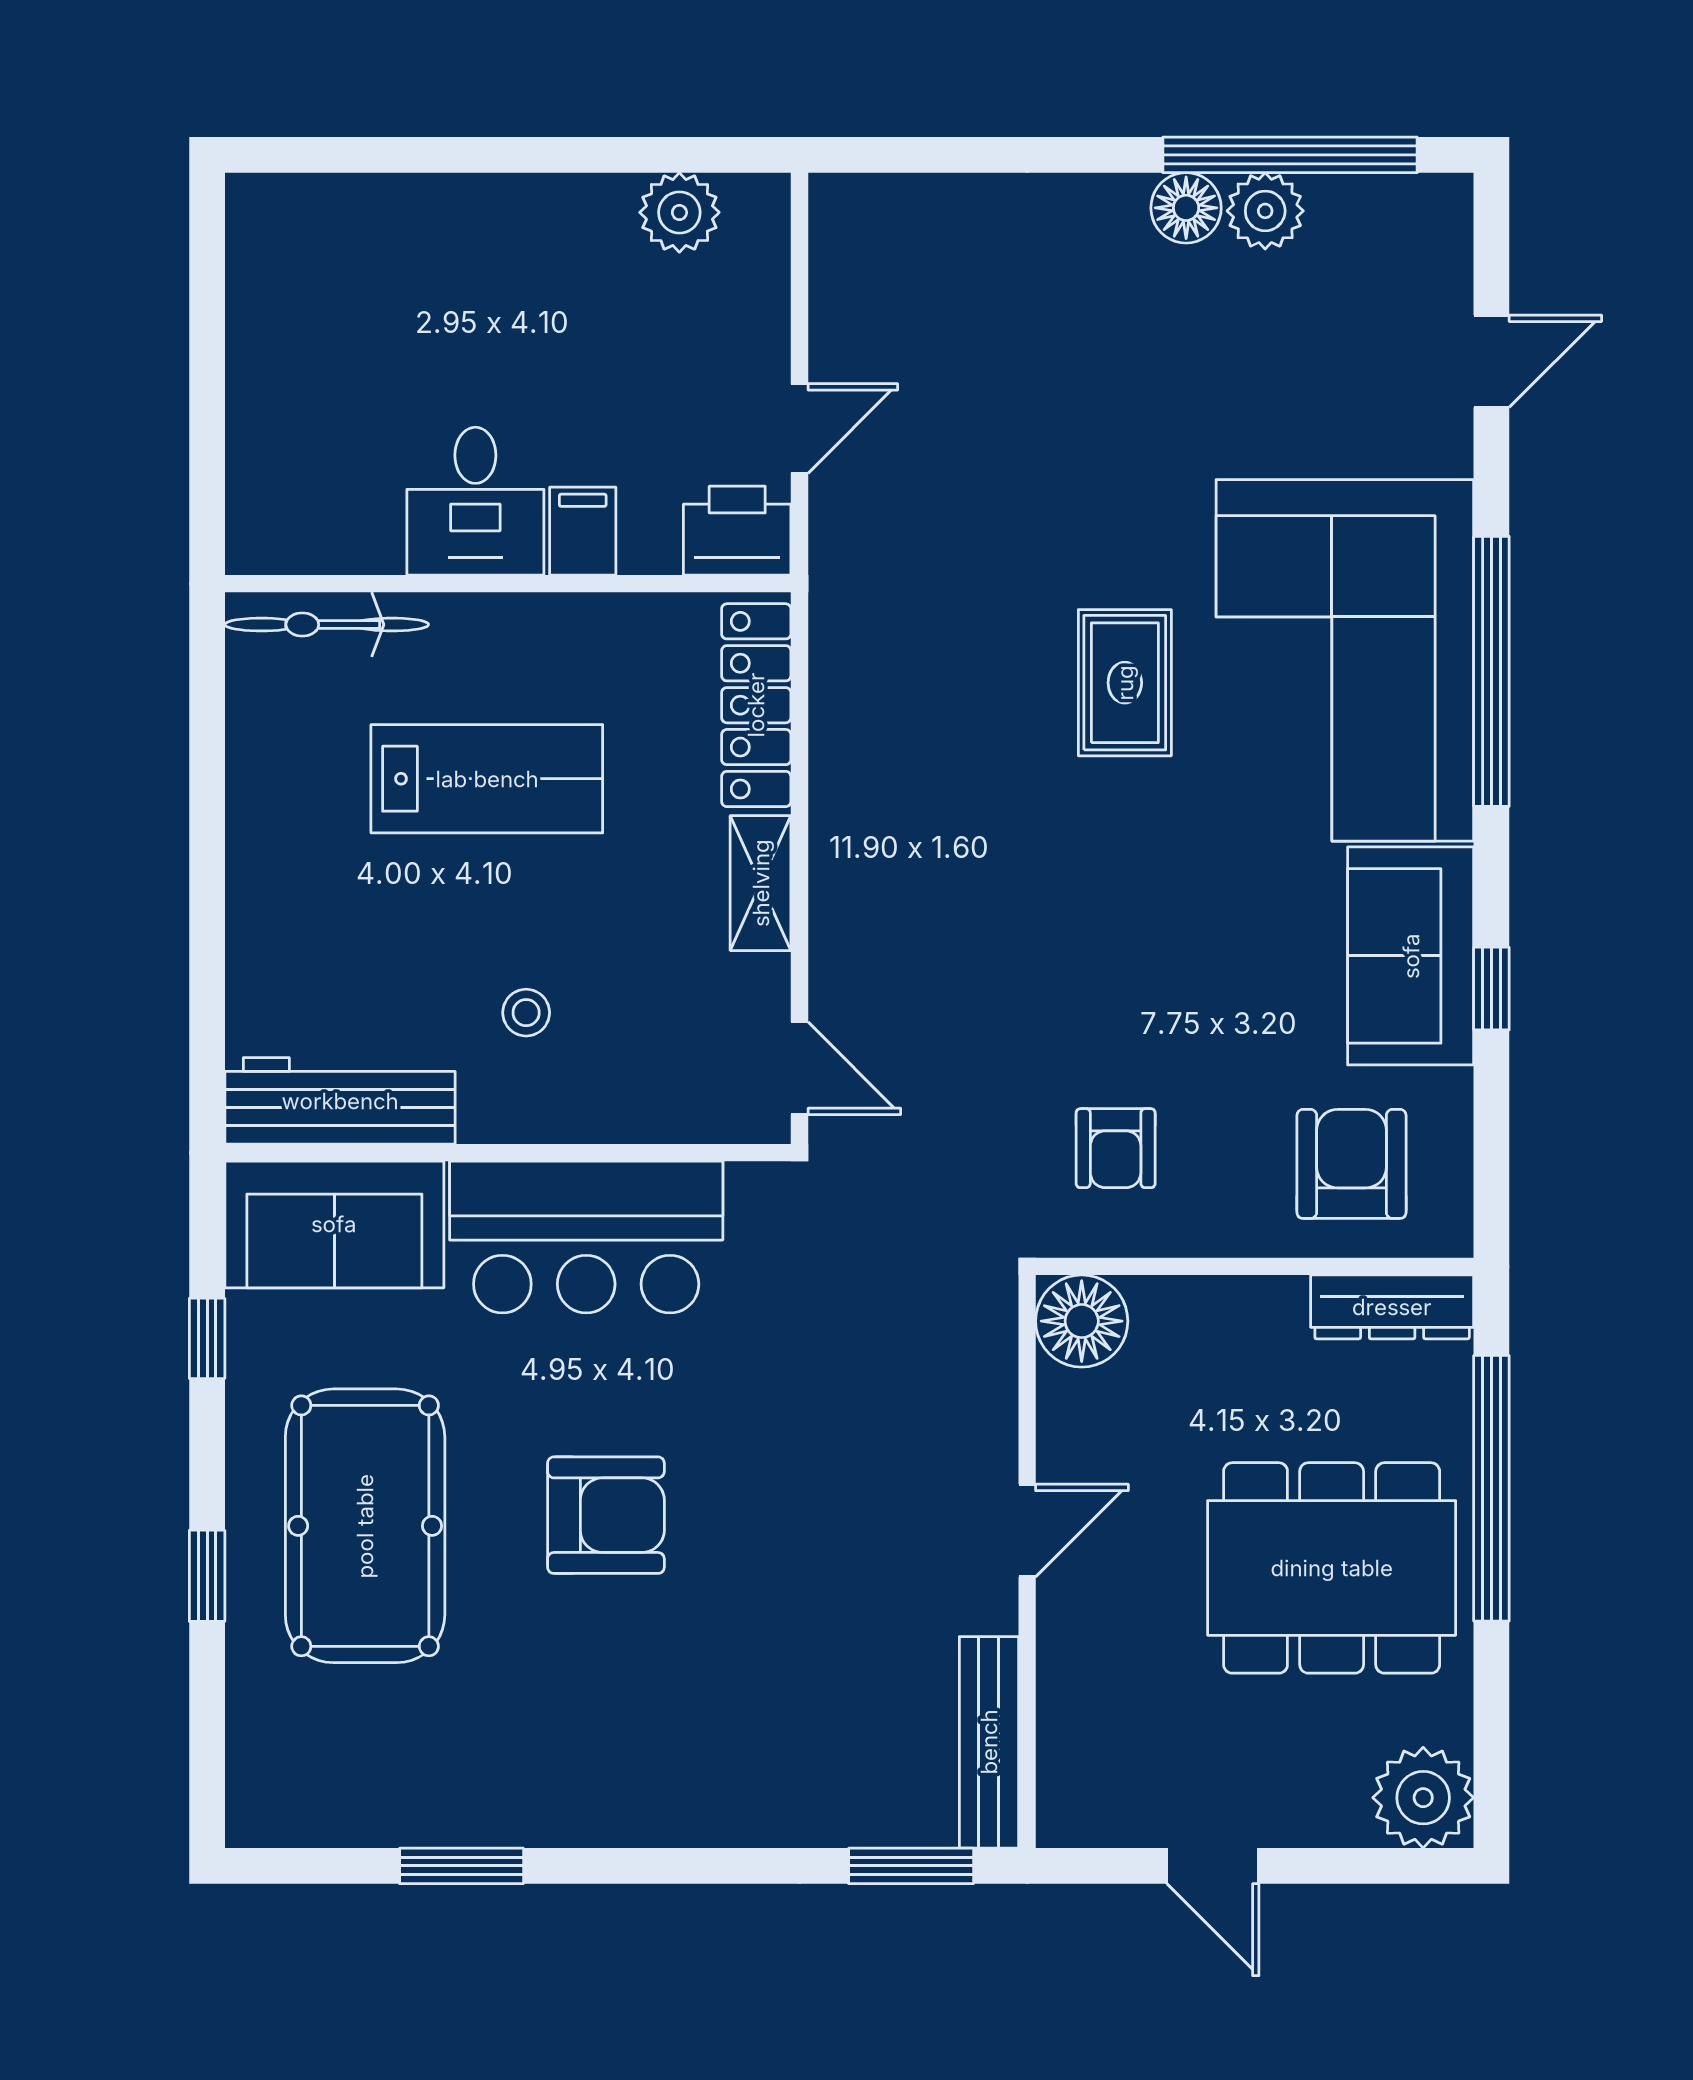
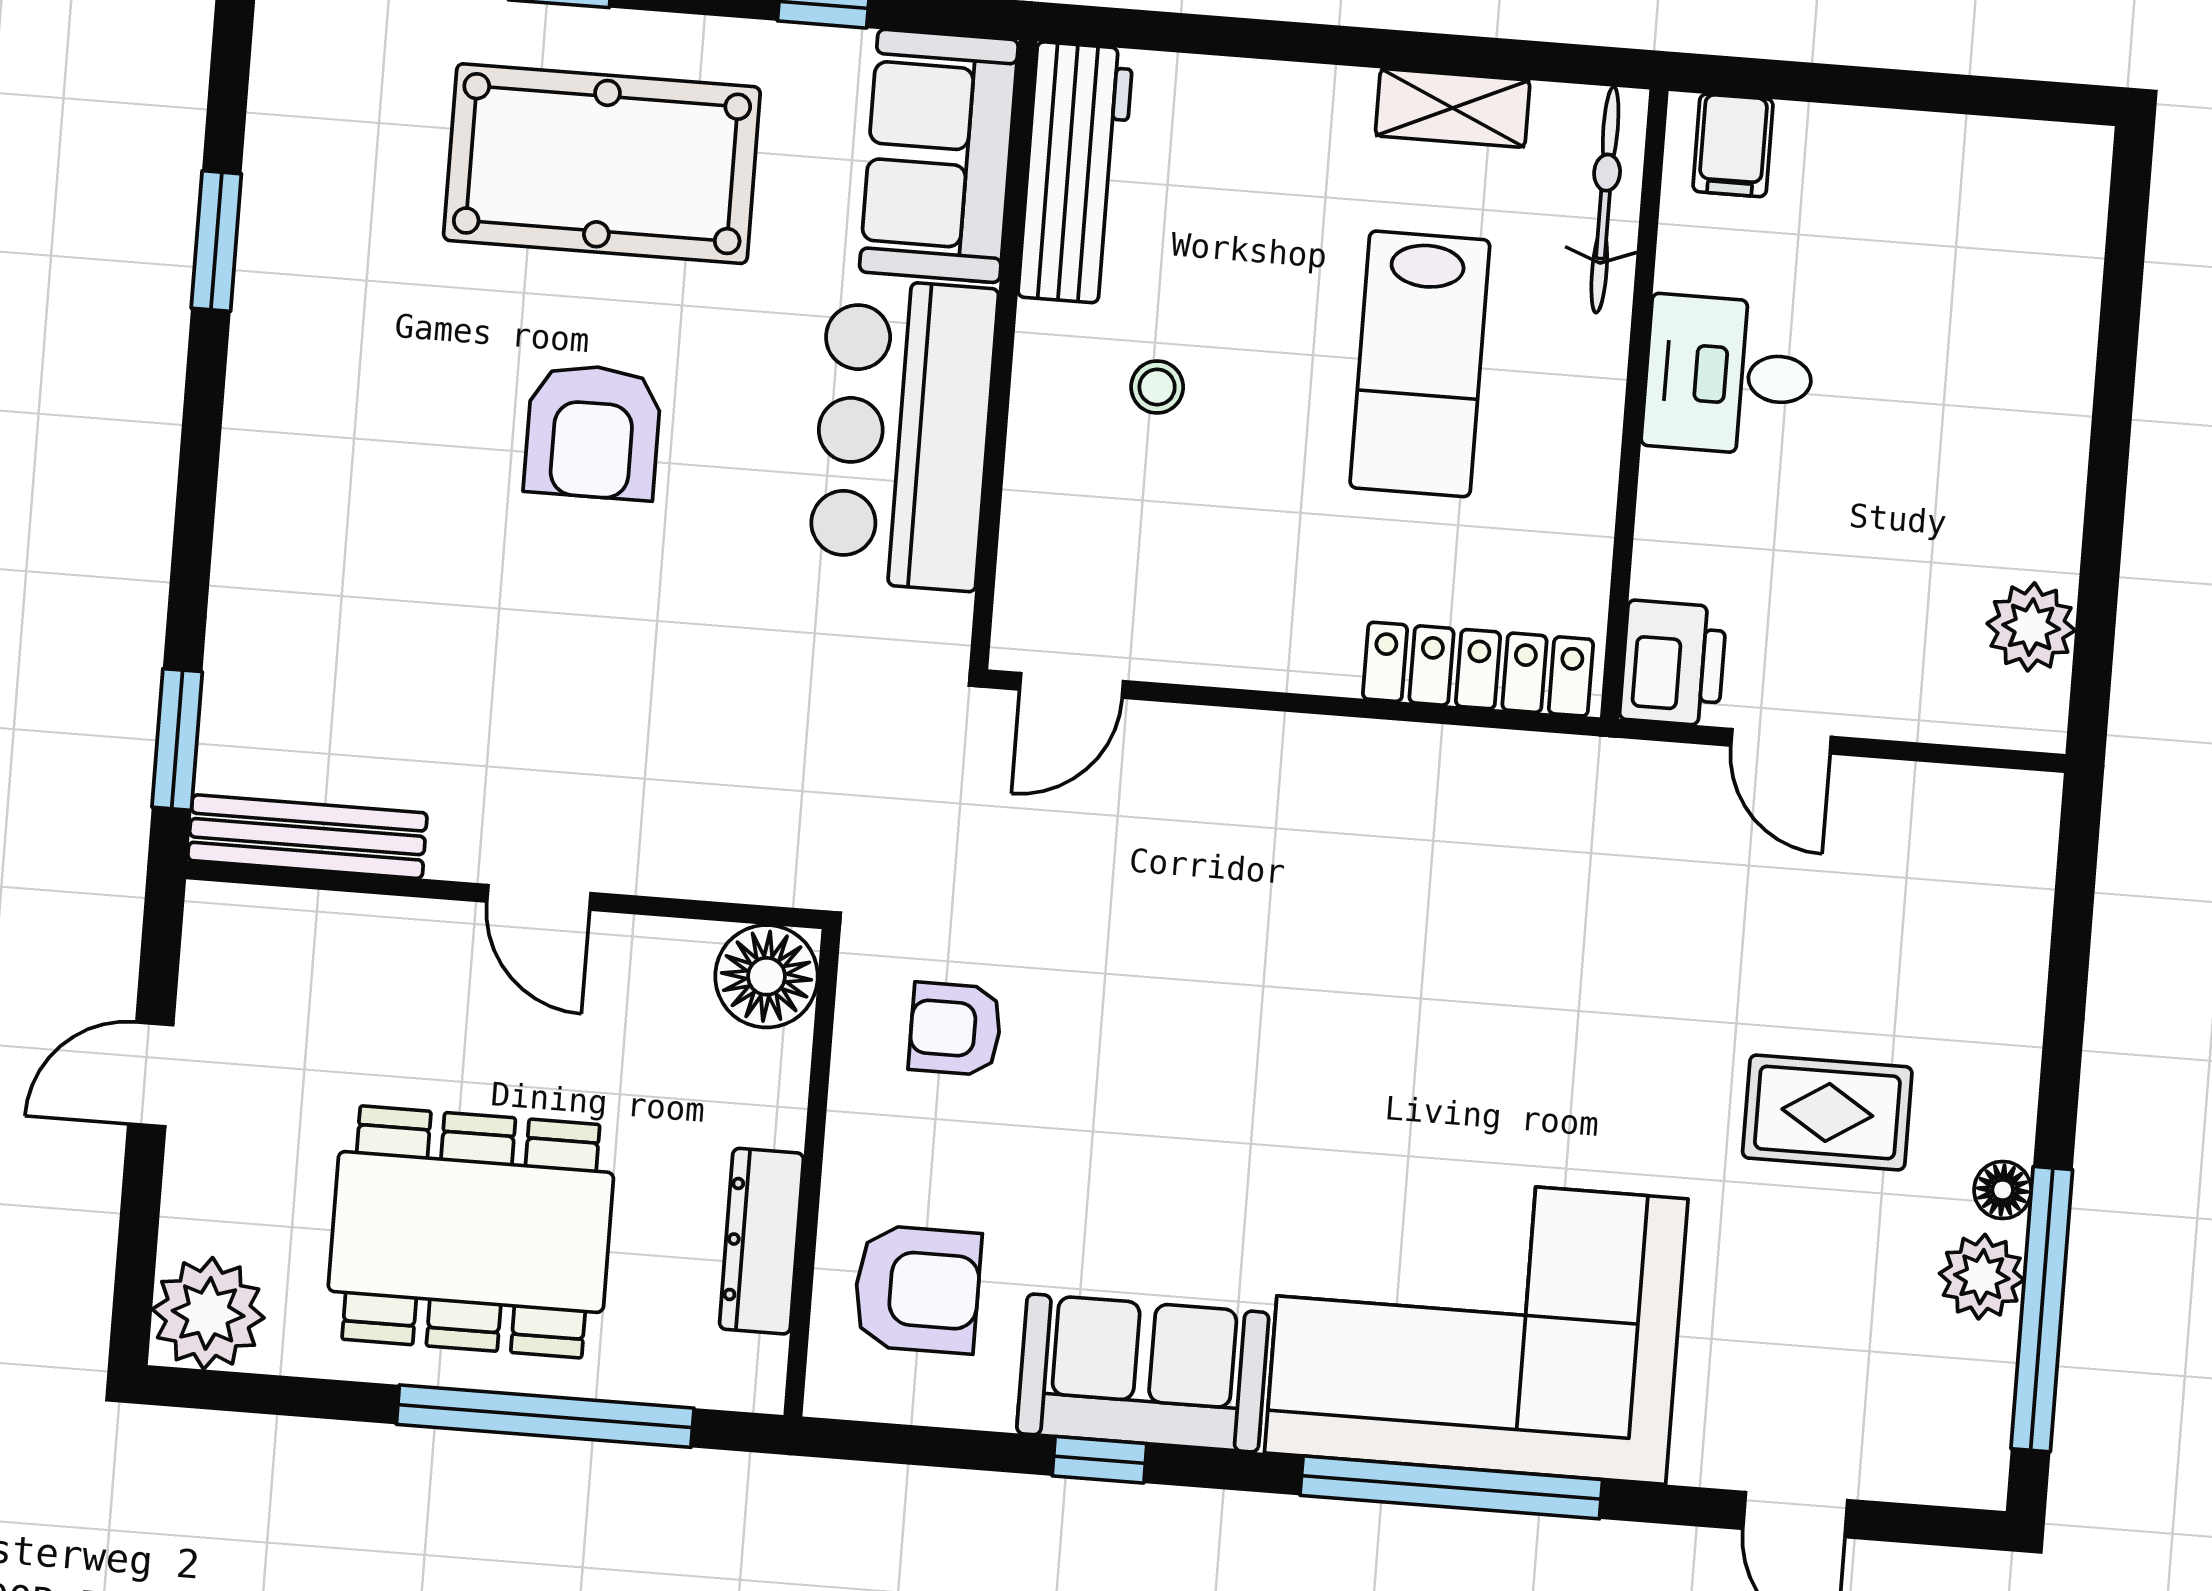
floor lamp: (1186, 208) -> (2003, 1190), width x0.73, depth x0.73
filing cabinet: (583, 531) -> (1733, 145), moved, turned 90
rug: (1125, 683) -> (1827, 1112), moved
shelving: (761, 883) -> (1453, 108), moved
dresser: (1392, 1307) -> (762, 1241), moved
dining table: (1332, 1568) -> (471, 1232), turned 90

